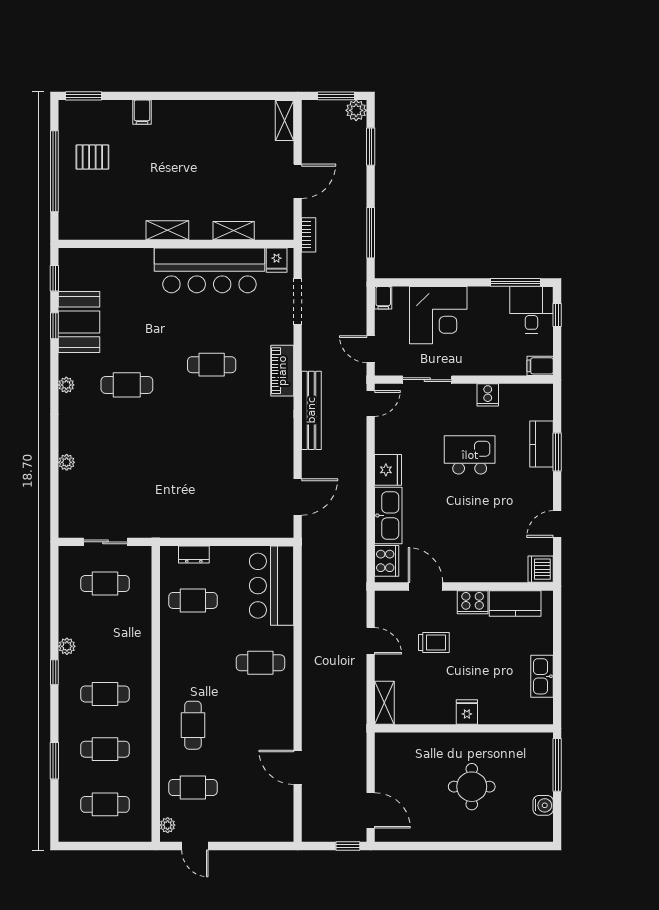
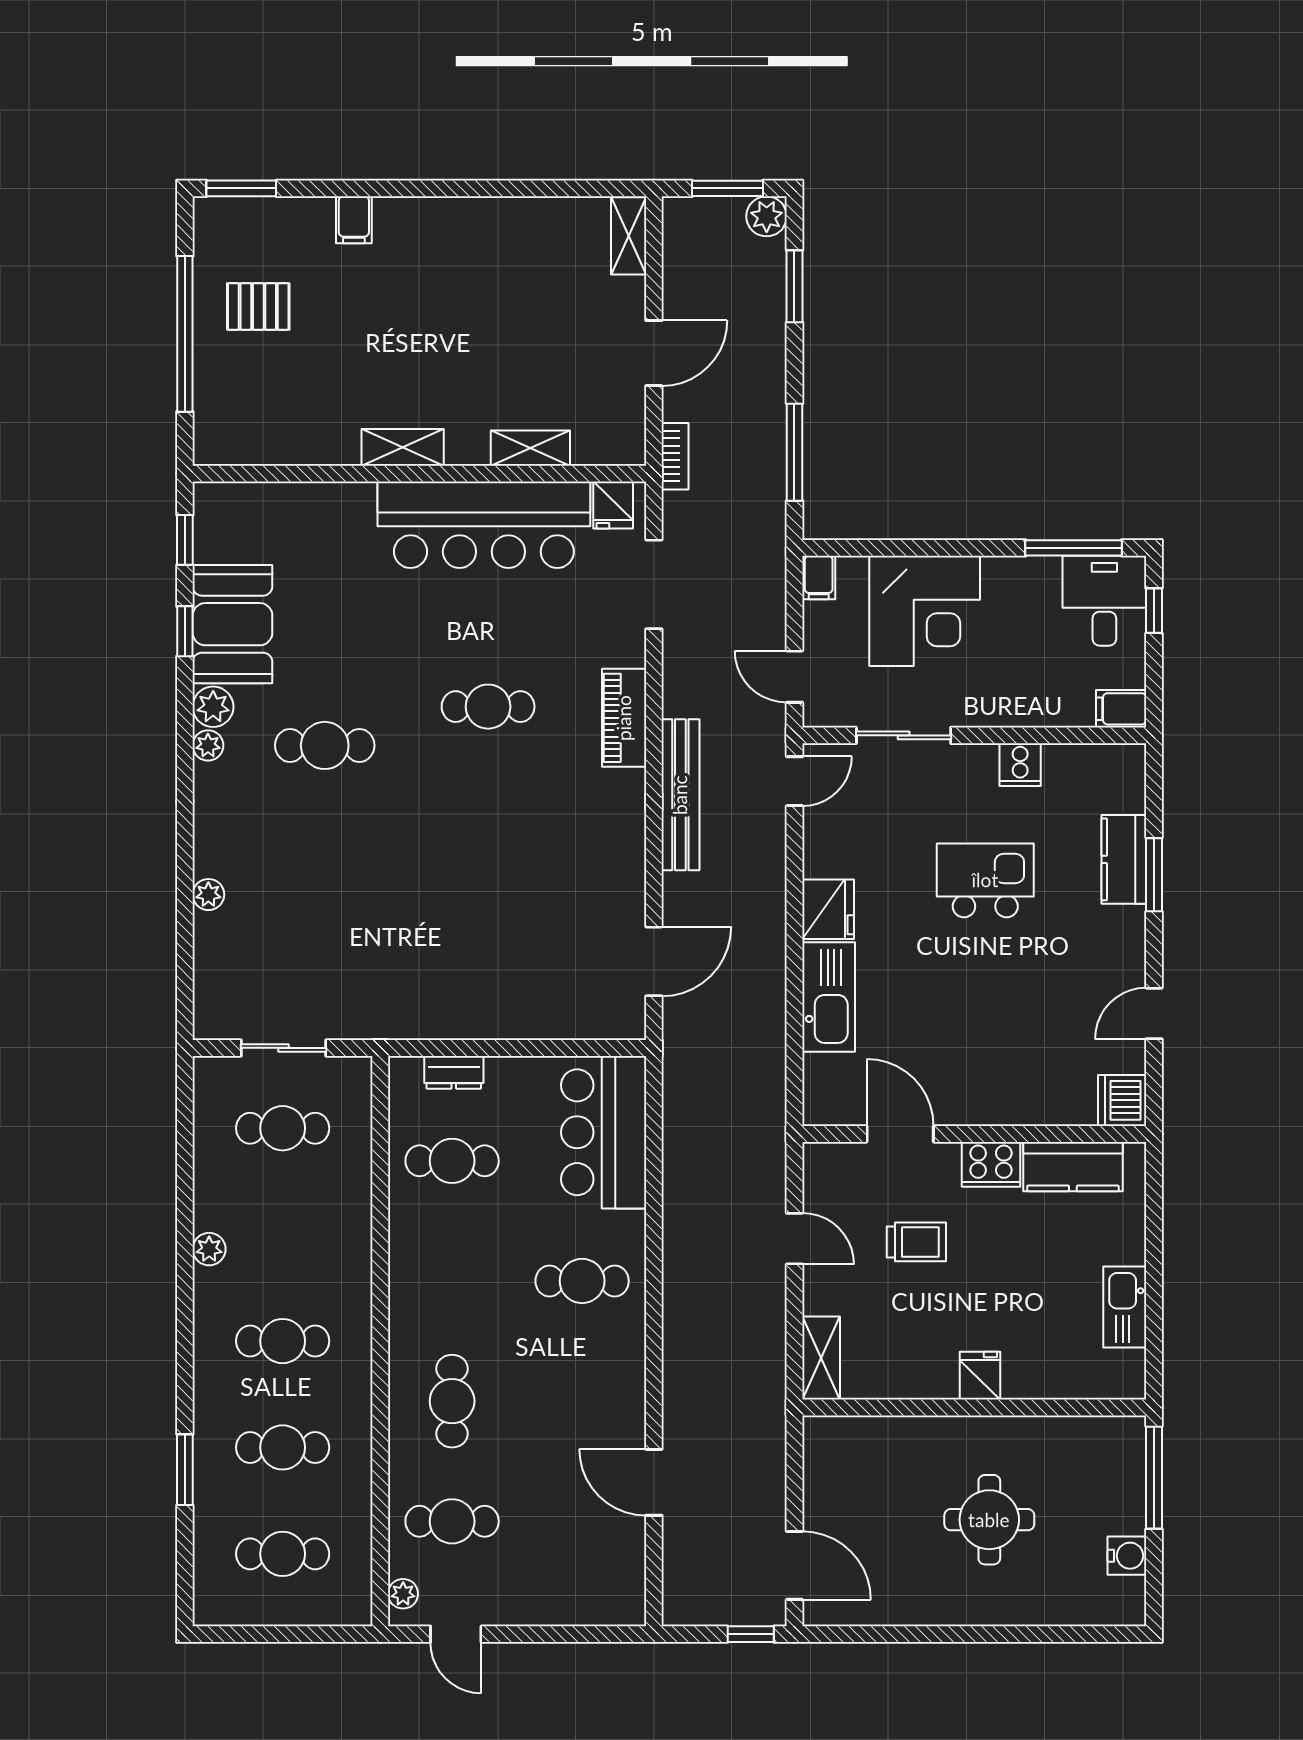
plant: (69, 365) -> (213, 707), added
cooker: (387, 561) -> (825, 1085), removed
window: (54, 672) -> (185, 1299), removed

